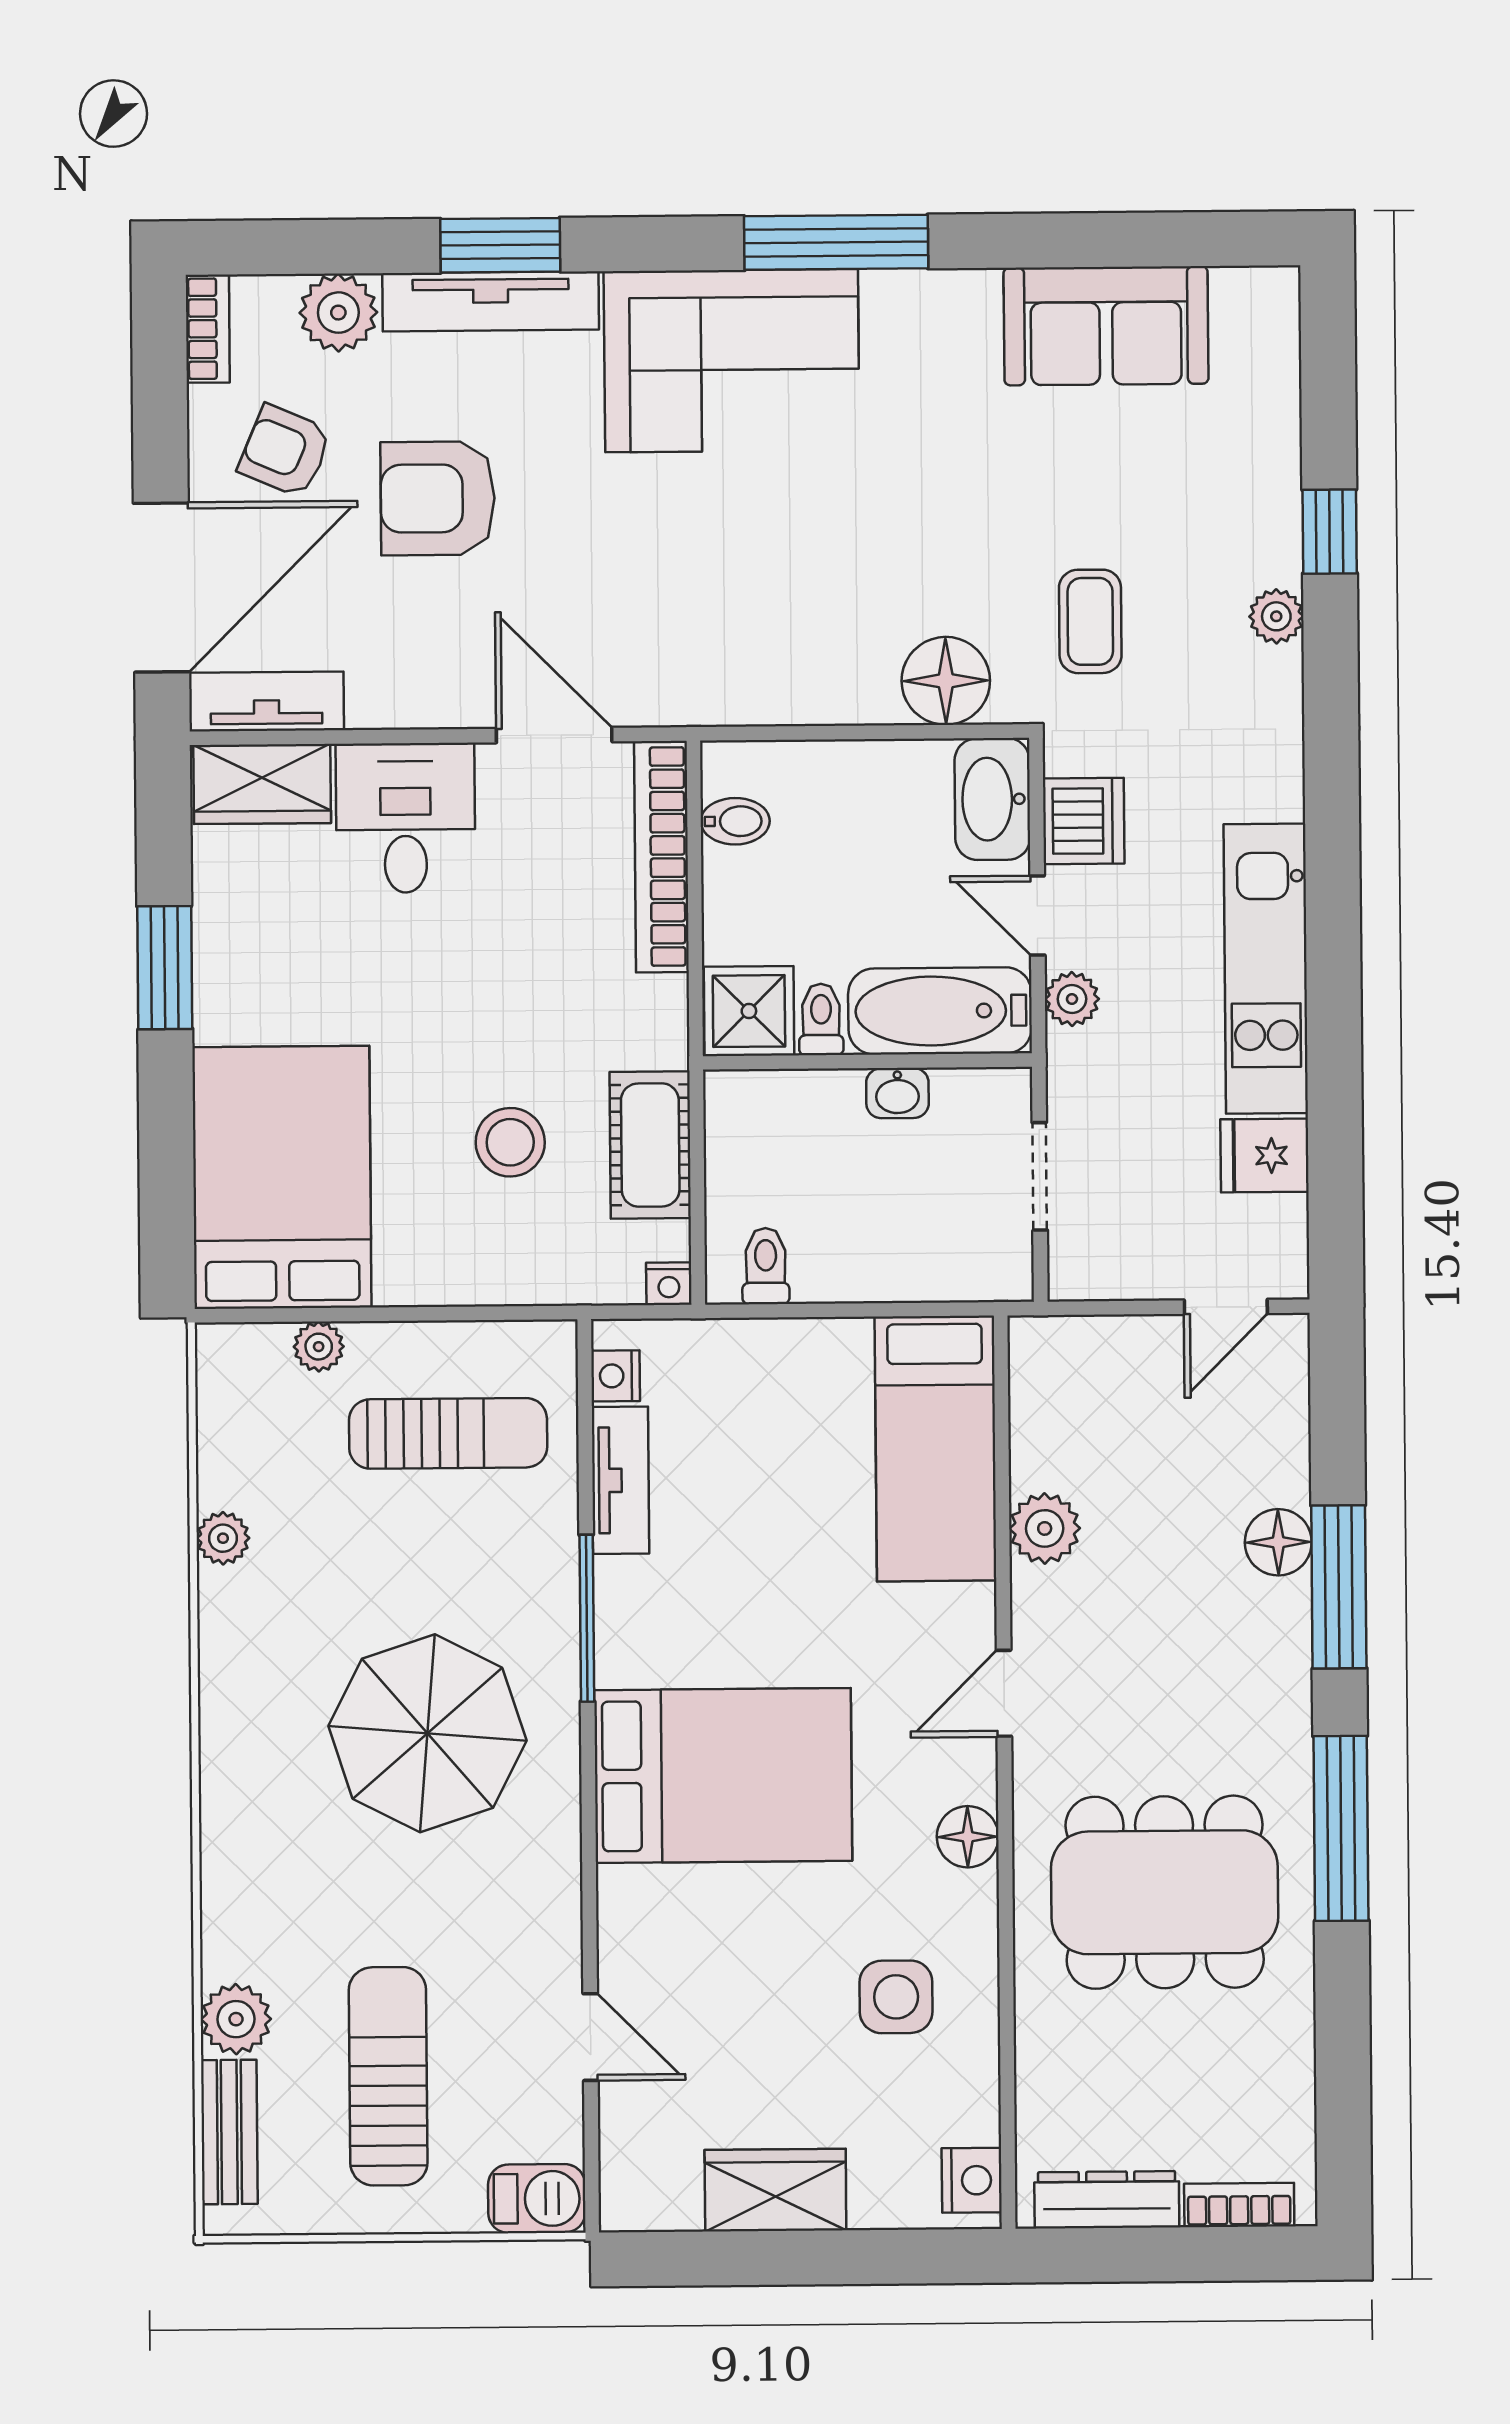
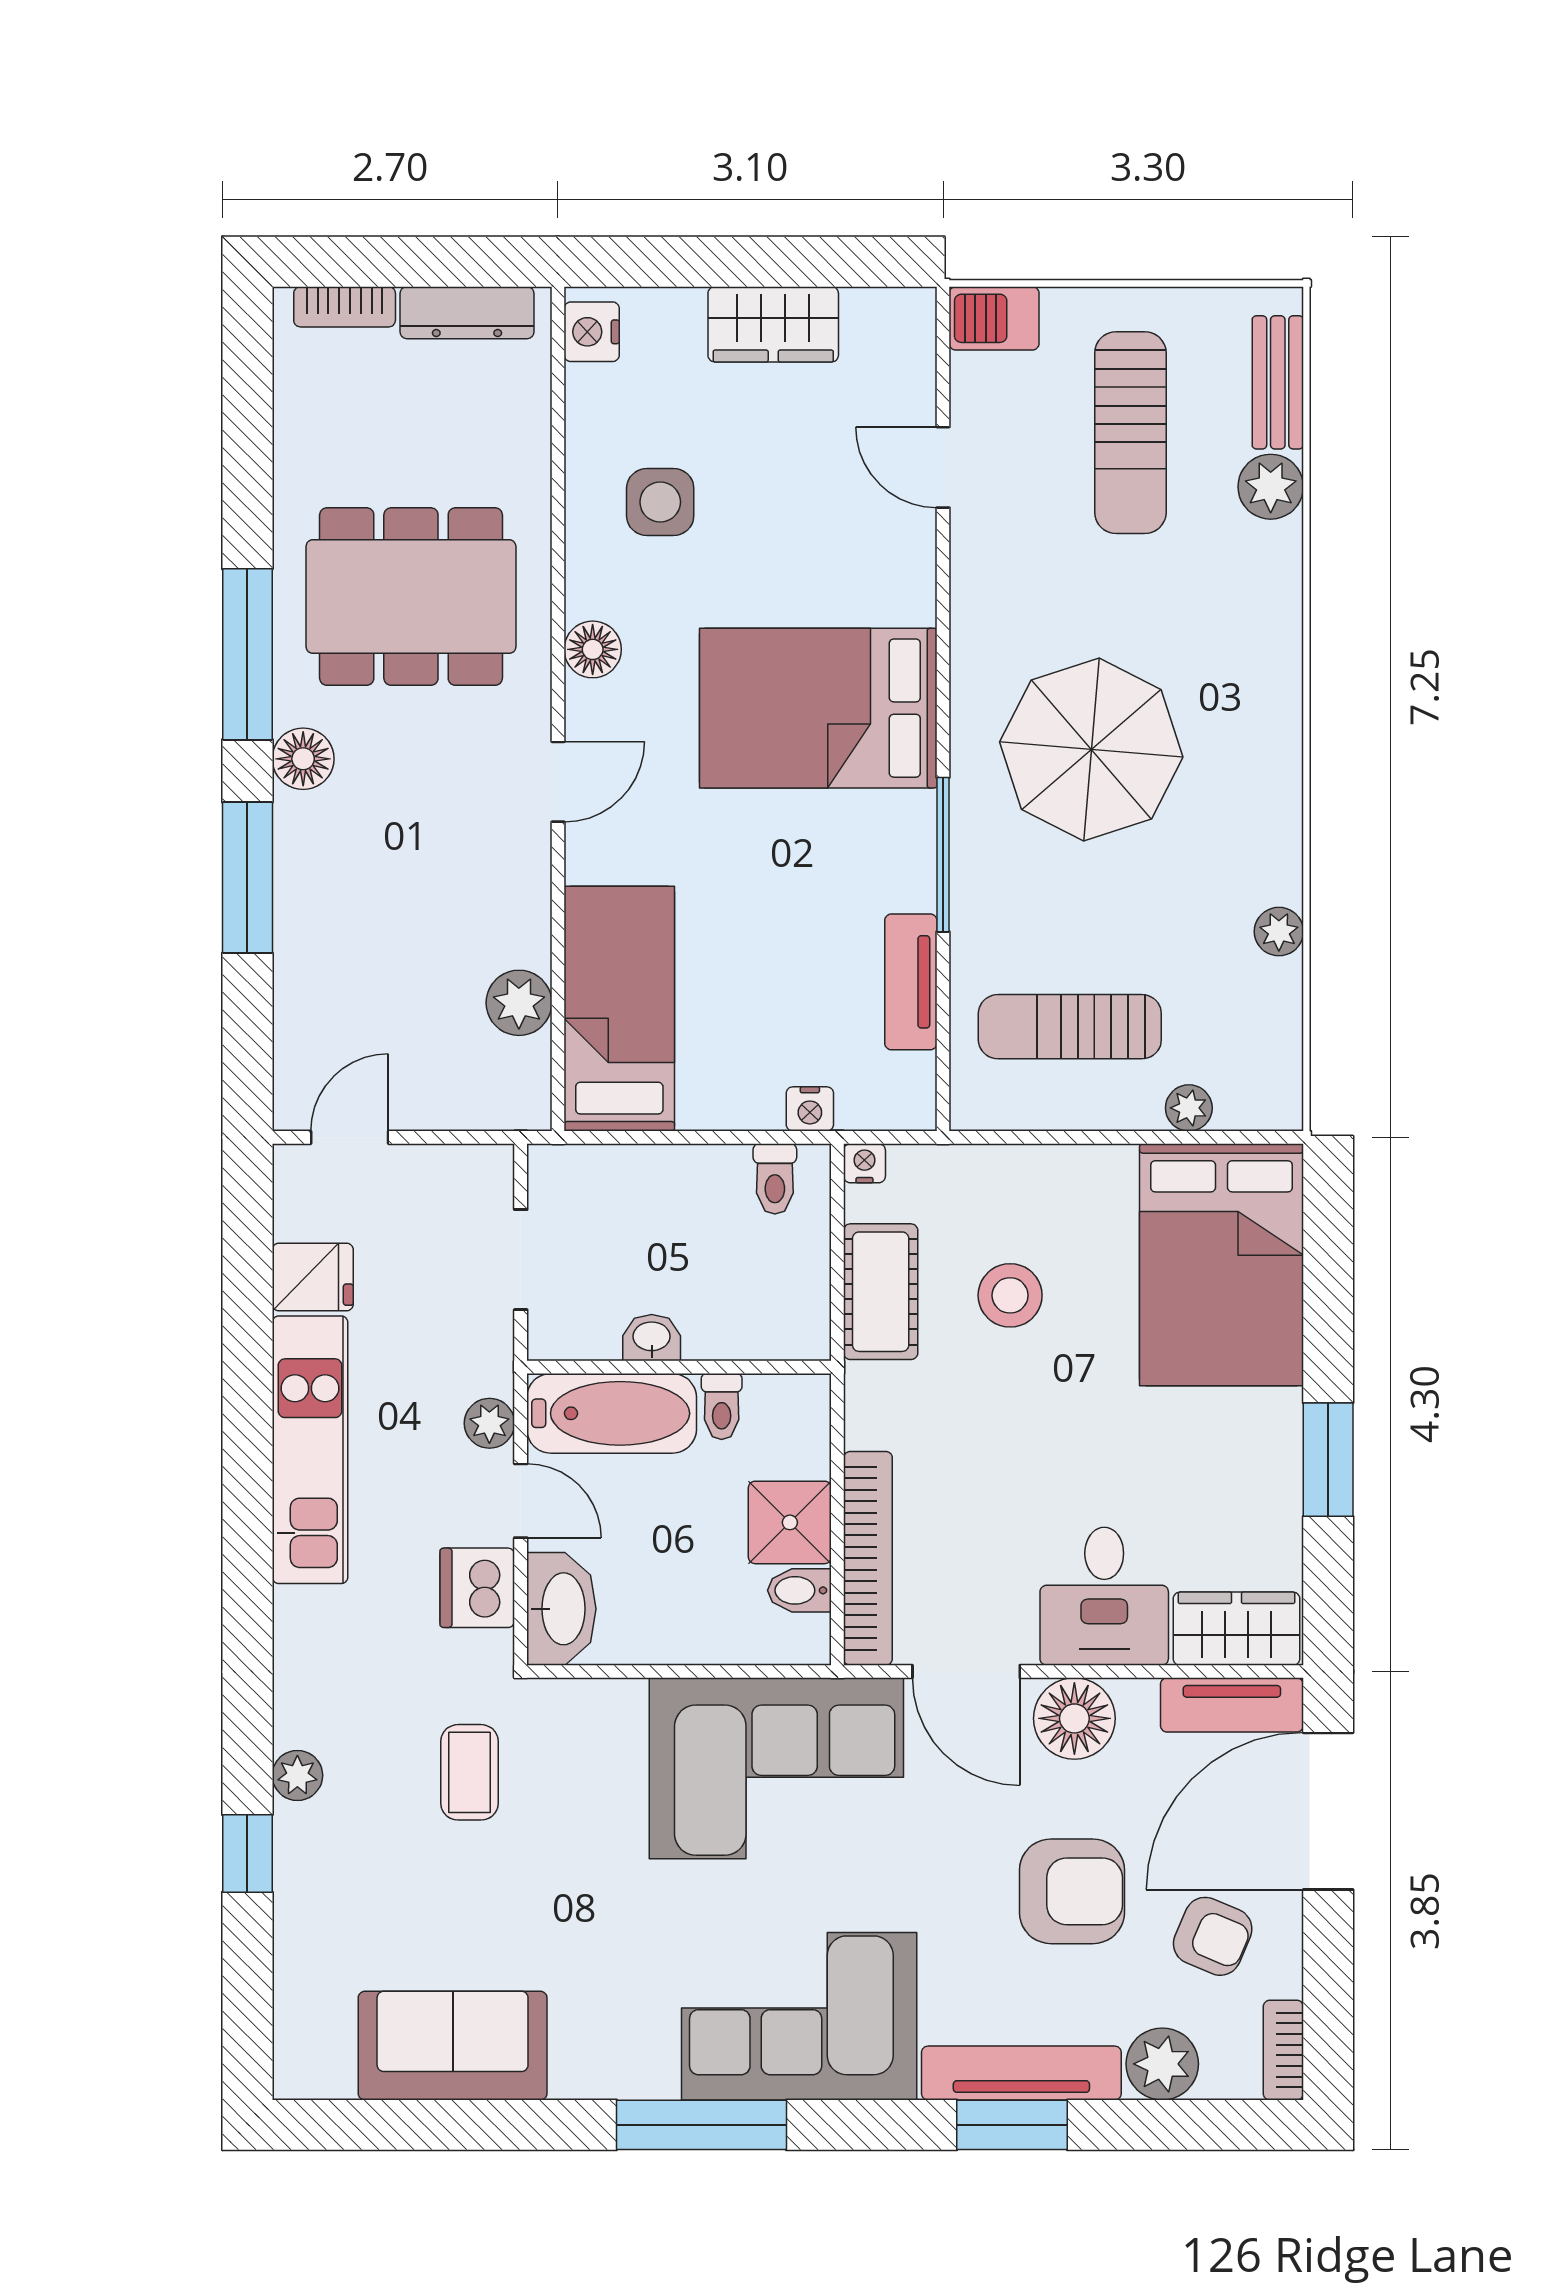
corner sofa: (758, 629) -> (776, 1768), added
floor lamp: (946, 681) -> (1074, 1718), moved
shower: (749, 1011) -> (790, 1522), moved
nightstand: (616, 1376) -> (810, 1109), moved, turned 90
plant: (1045, 1528) -> (519, 1003), moved
floor lamp: (1278, 1542) -> (303, 759), moved

